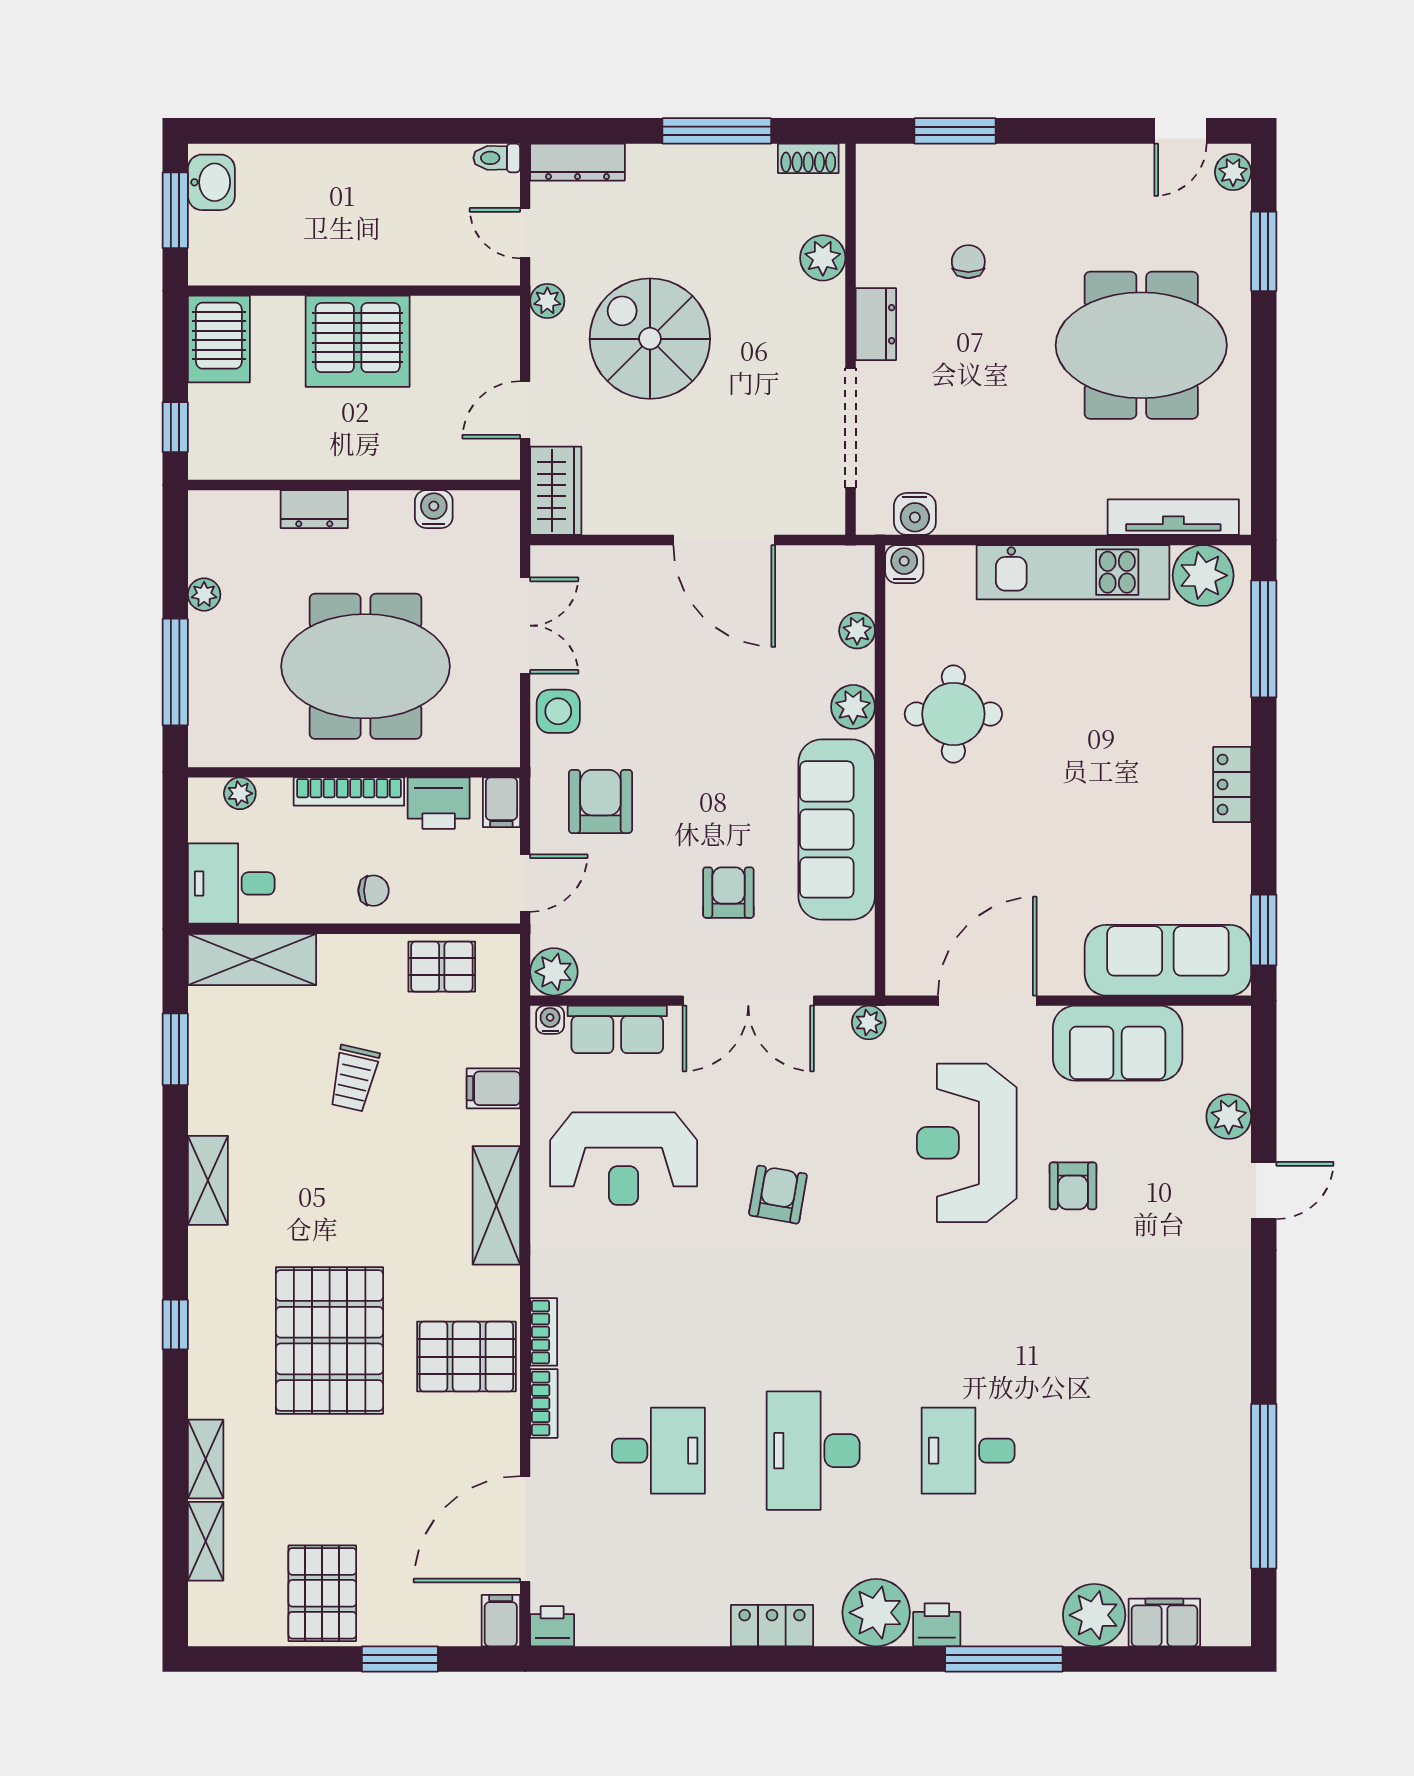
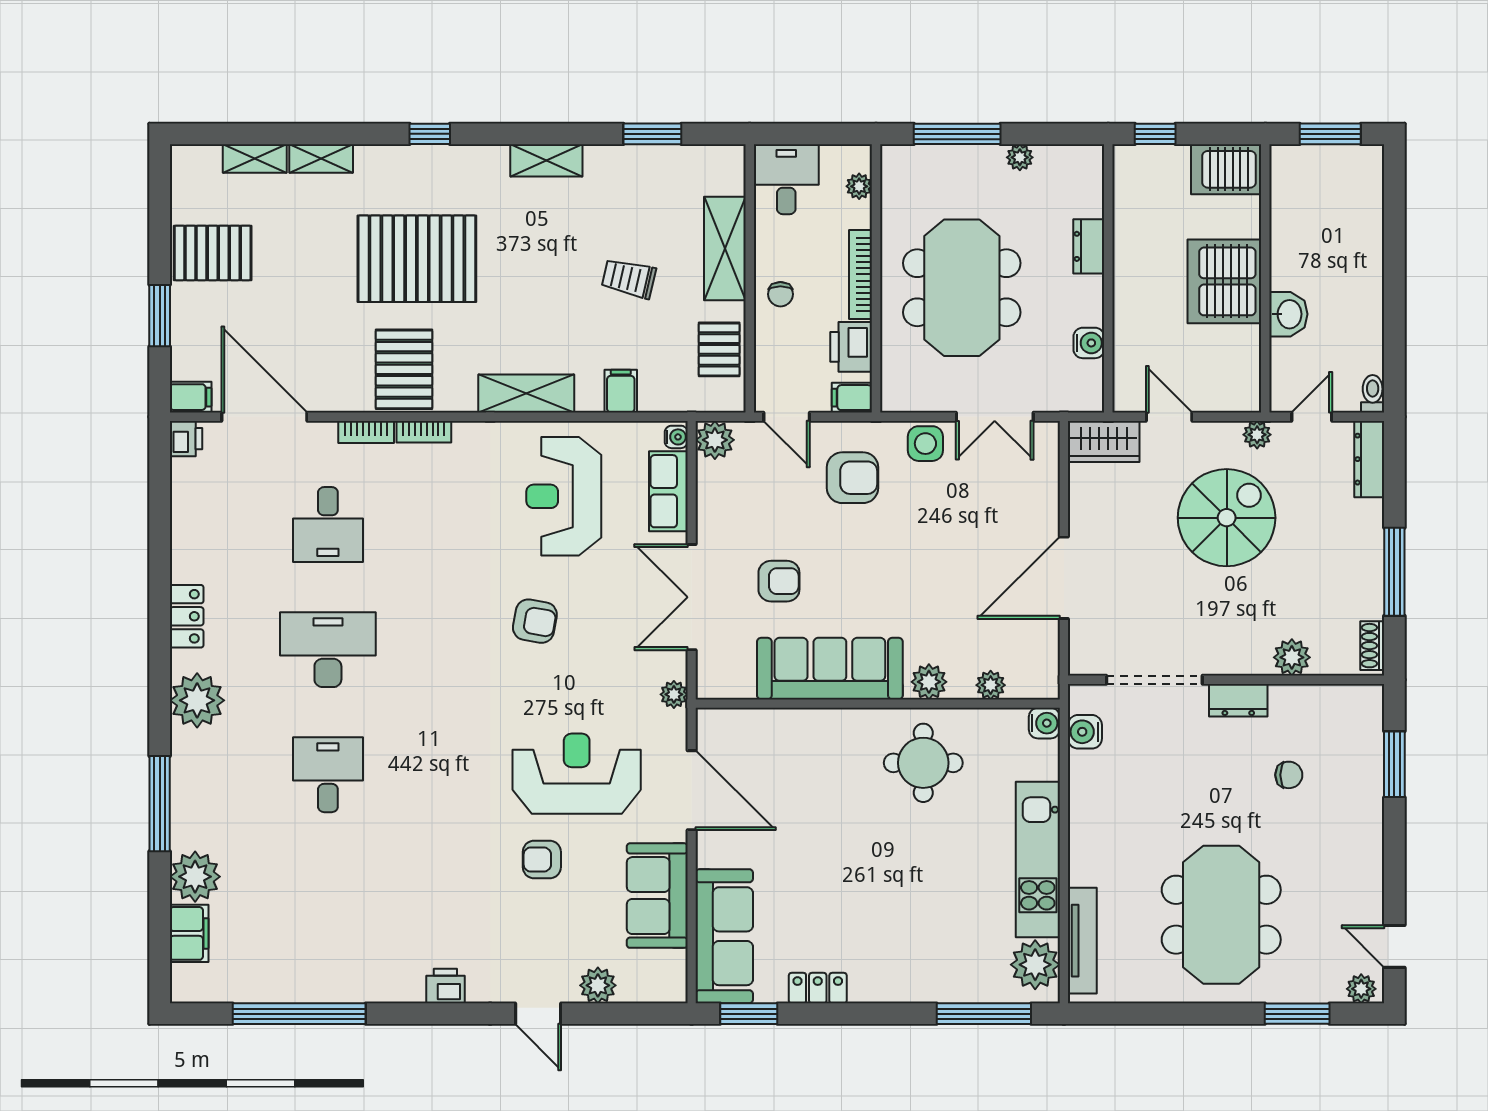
washbasin: (211, 182) -> (1288, 314), moved, turned -90
locker: (1232, 785) -> (818, 988), moved
shelving: (252, 959) -> (725, 248), moved
printer: (937, 1625) -> (445, 986), moved, turned -90

